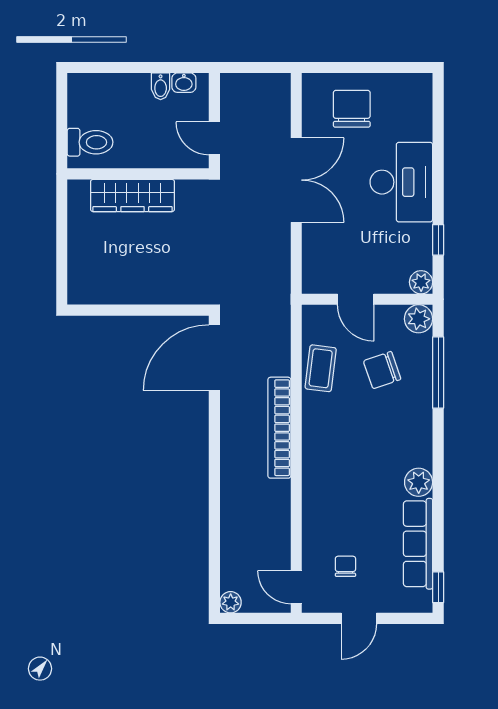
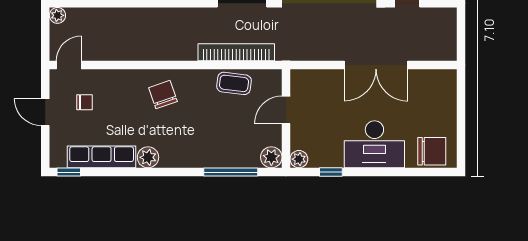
chair: (352, 109) -> (432, 151), moved
chair: (382, 370) -> (163, 95), moved
bookcase: (279, 428) -> (236, 52), moved

